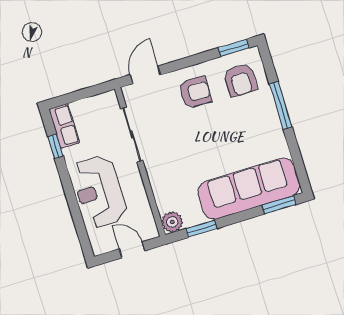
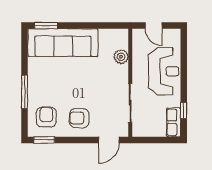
plant: (172, 222) -> (121, 57), moved
window: (201, 229) -> (103, 26), removed

